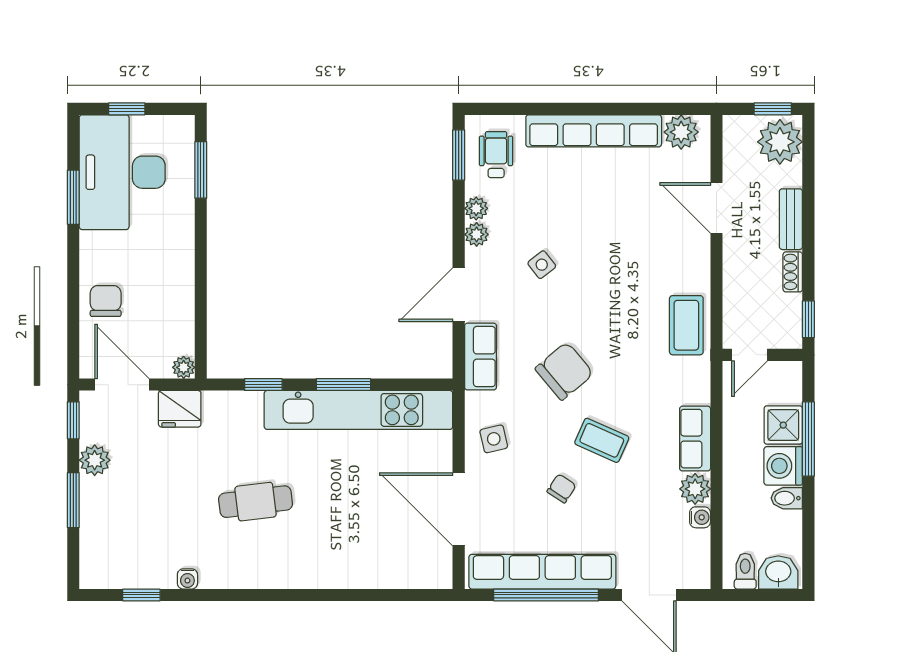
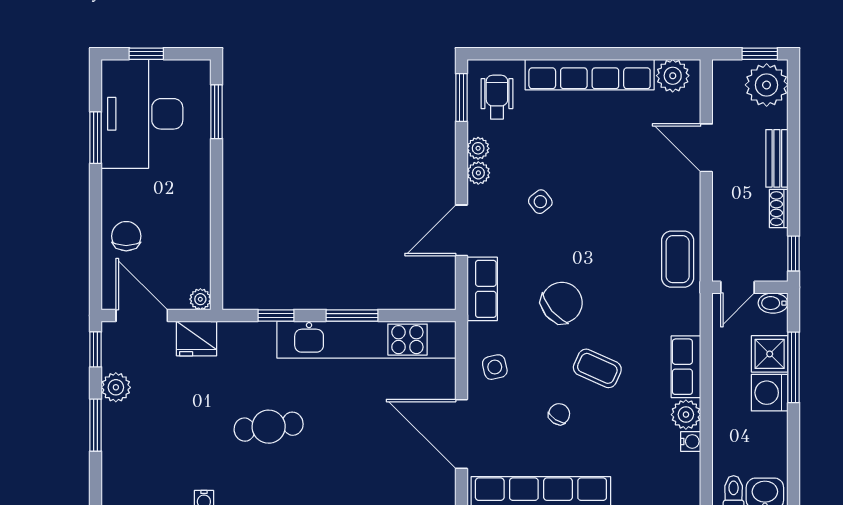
bidet: (787, 498) -> (773, 303), moved

